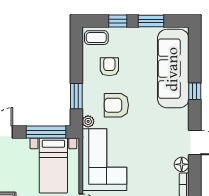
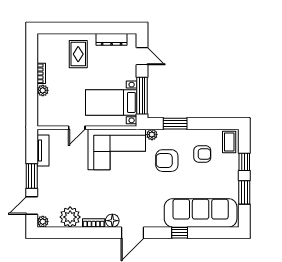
armchair: (116, 105) -> (167, 161), turned -90

